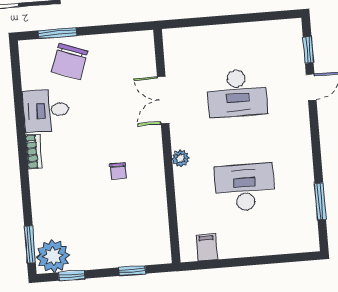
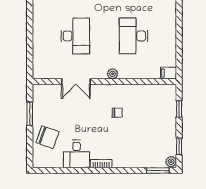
window: (57, 33) -> (30, 114), moved
filing cabinet: (207, 247) -> (168, 73), moved
plant: (53, 256) -> (171, 162), width x0.53, depth x0.53

